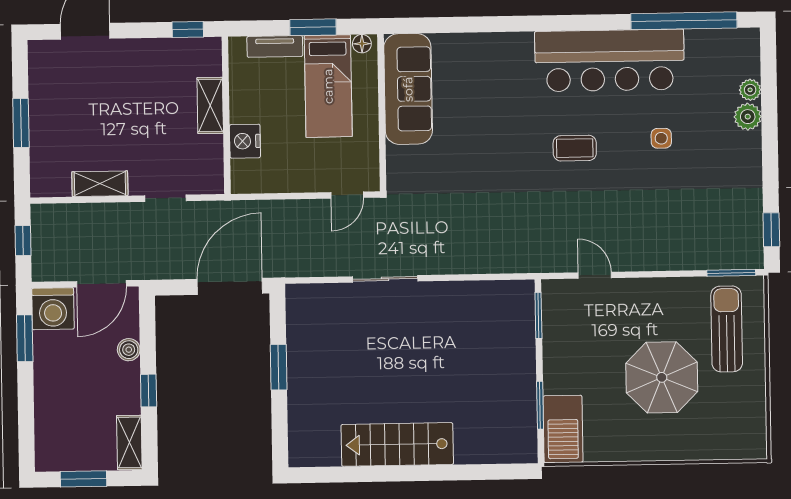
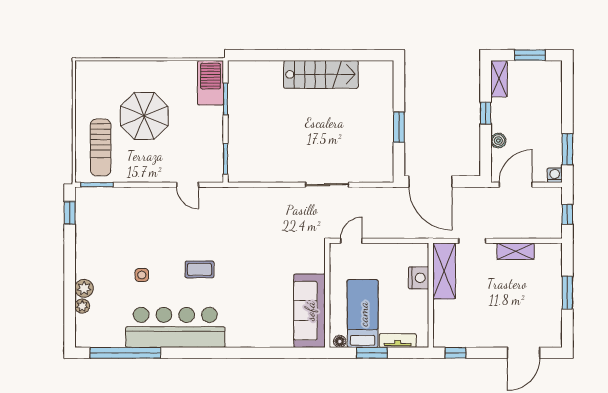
shelving: (210, 105) -> (444, 271), moved, width x1.50, depth x1.33
door: (230, 286) -> (430, 181), hinge flipped
washing machine: (53, 309) -> (555, 175), width x0.53, depth x0.53

